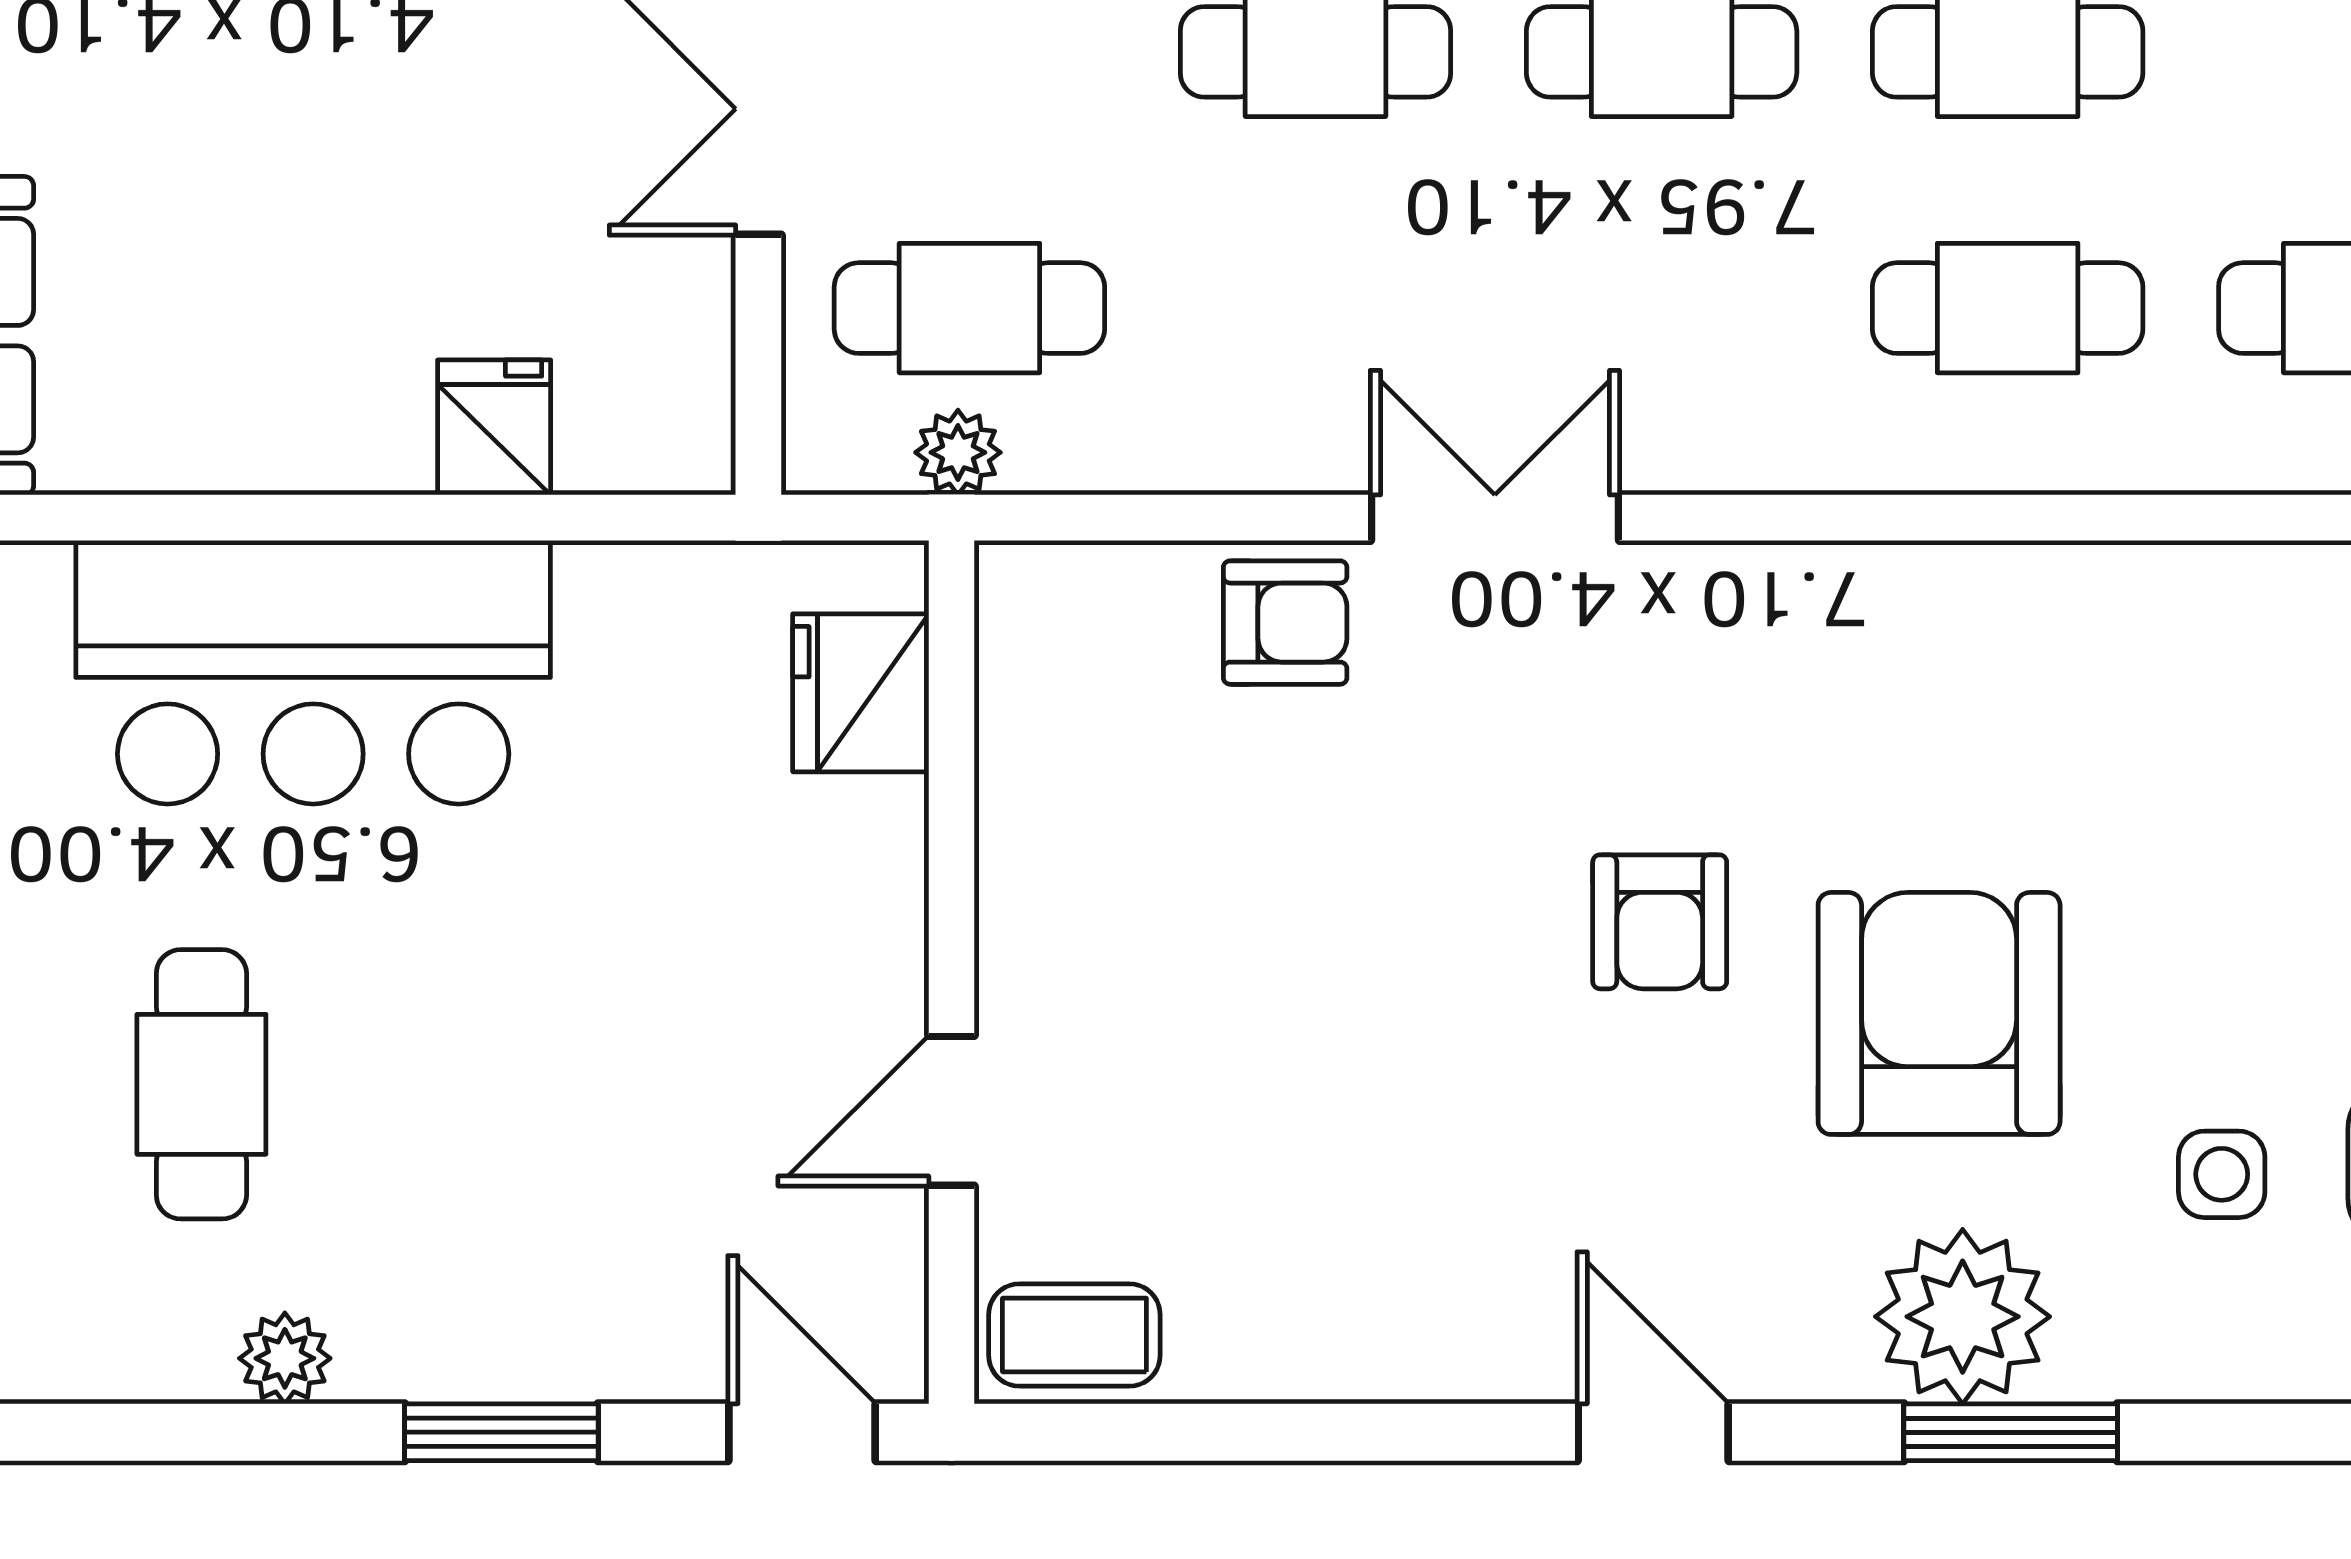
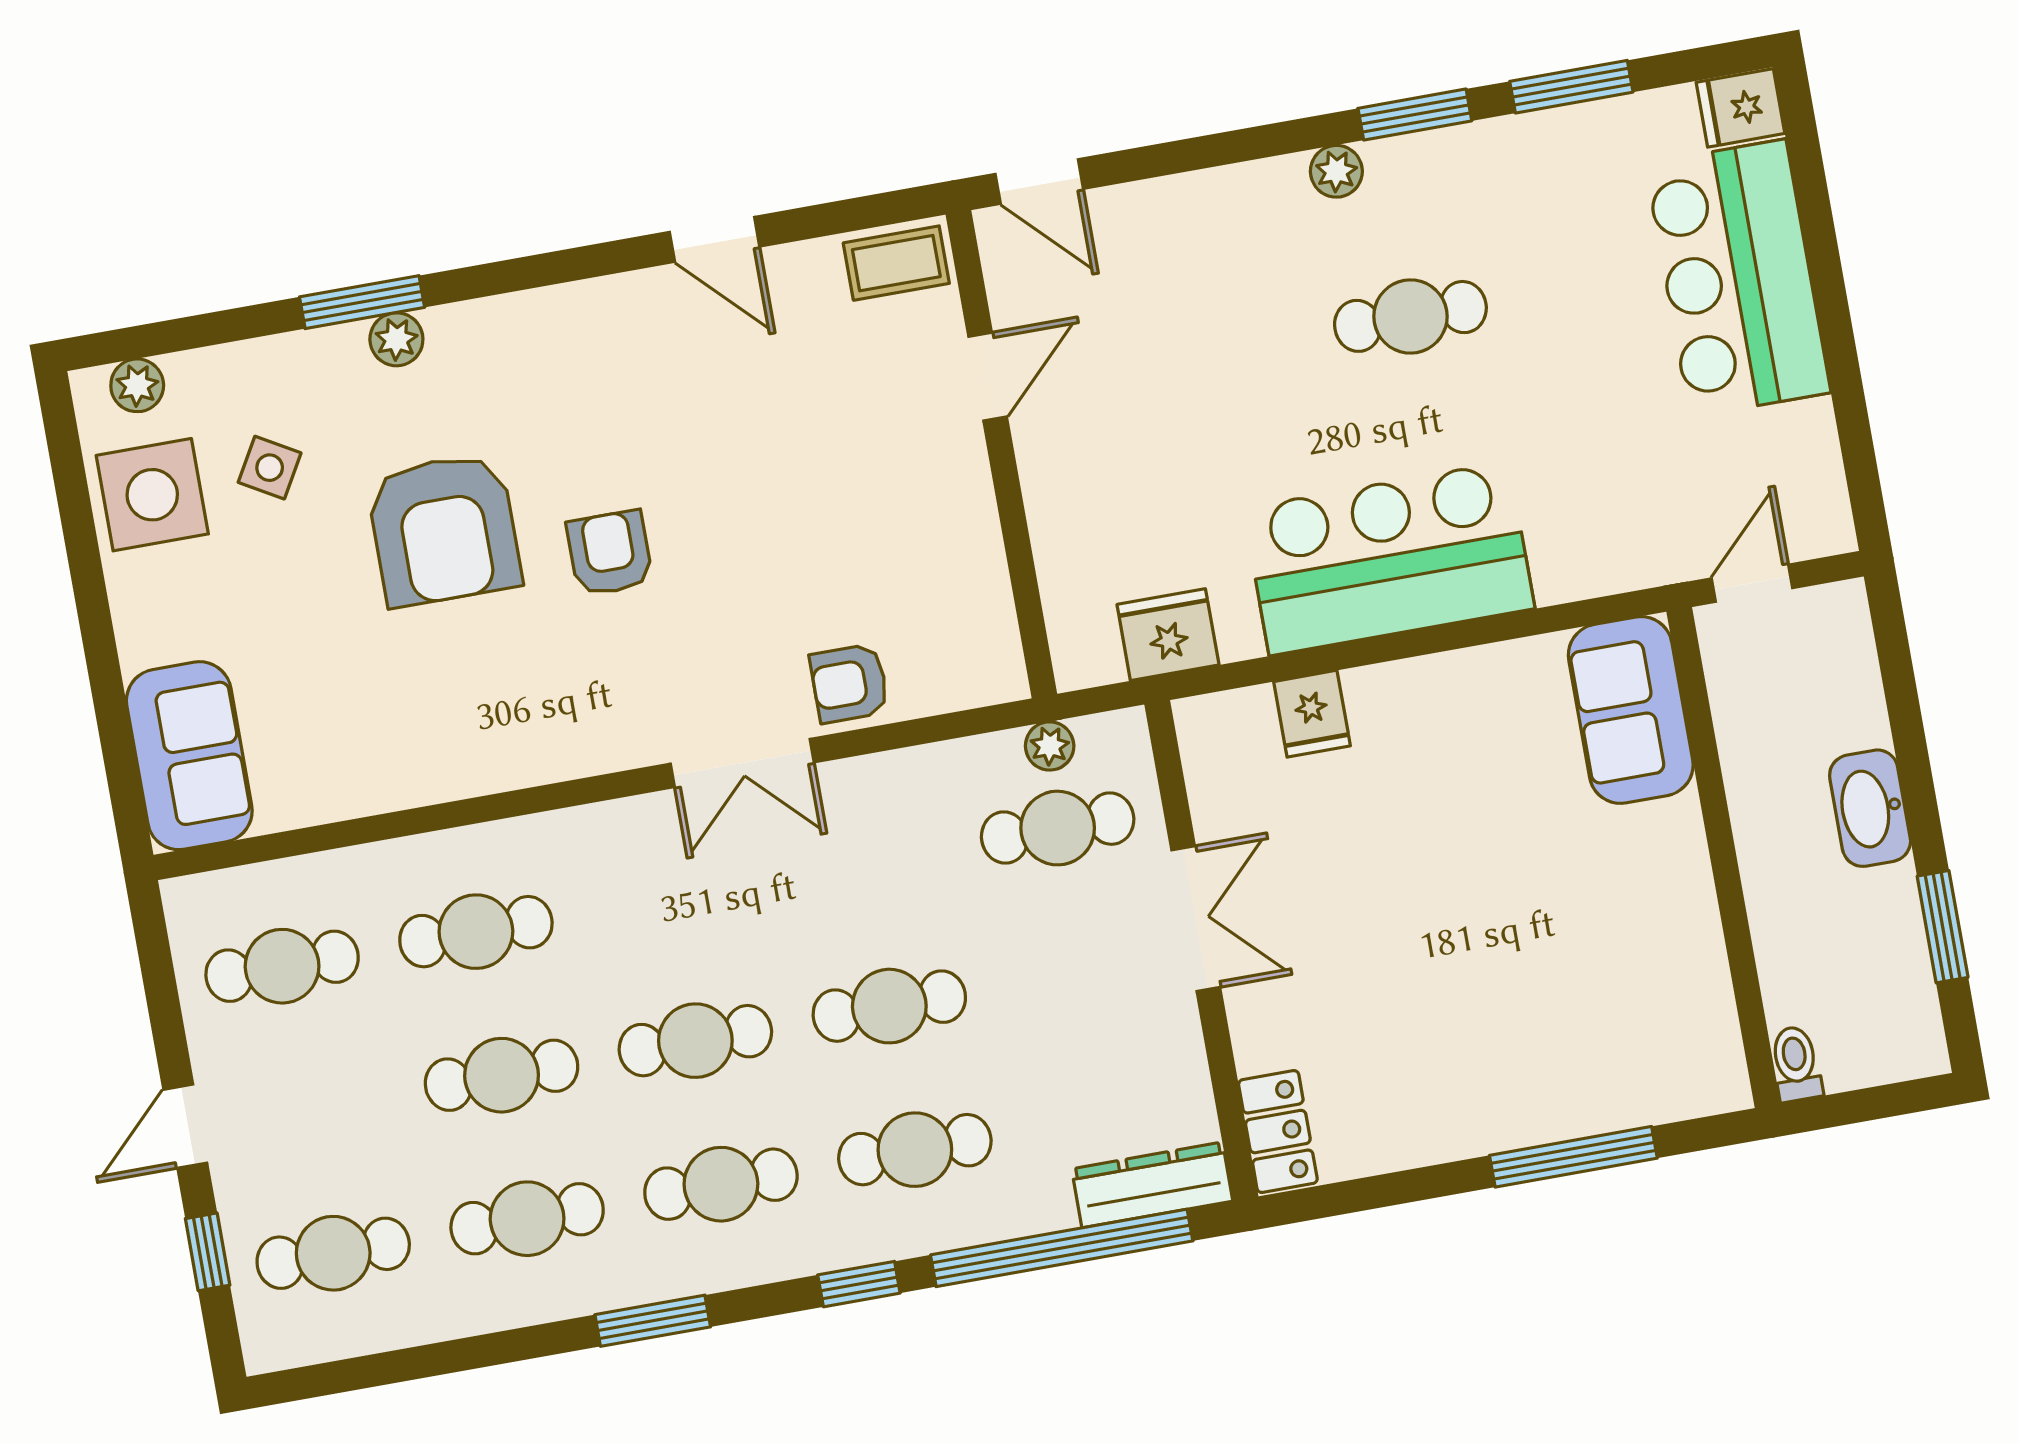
fridge: (861, 693) -> (1168, 635), moved, turned -90
cafe table: (201, 1084) -> (1410, 316), turned 90
side table: (2222, 1174) -> (270, 468), turned 30
plant: (1963, 1317) -> (396, 339), width x0.53, depth x0.53
window: (501, 1432) -> (1415, 115), moved
door: (1653, 1432) -> (715, 239), moved

